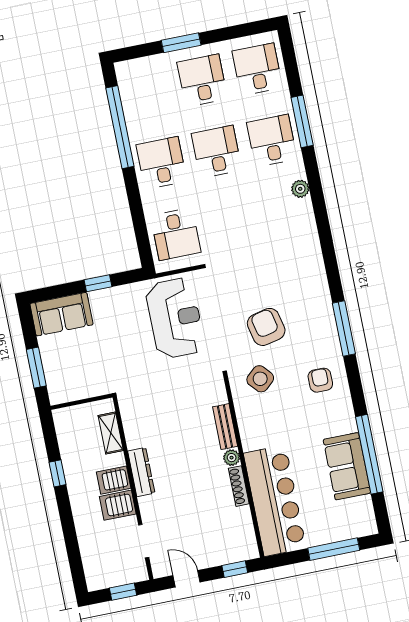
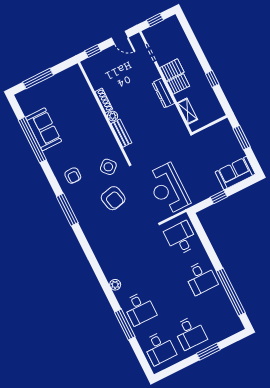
desk: (217, 152) -> (170, 293), removed
bar counter: (275, 501) -> (80, 98), removed

